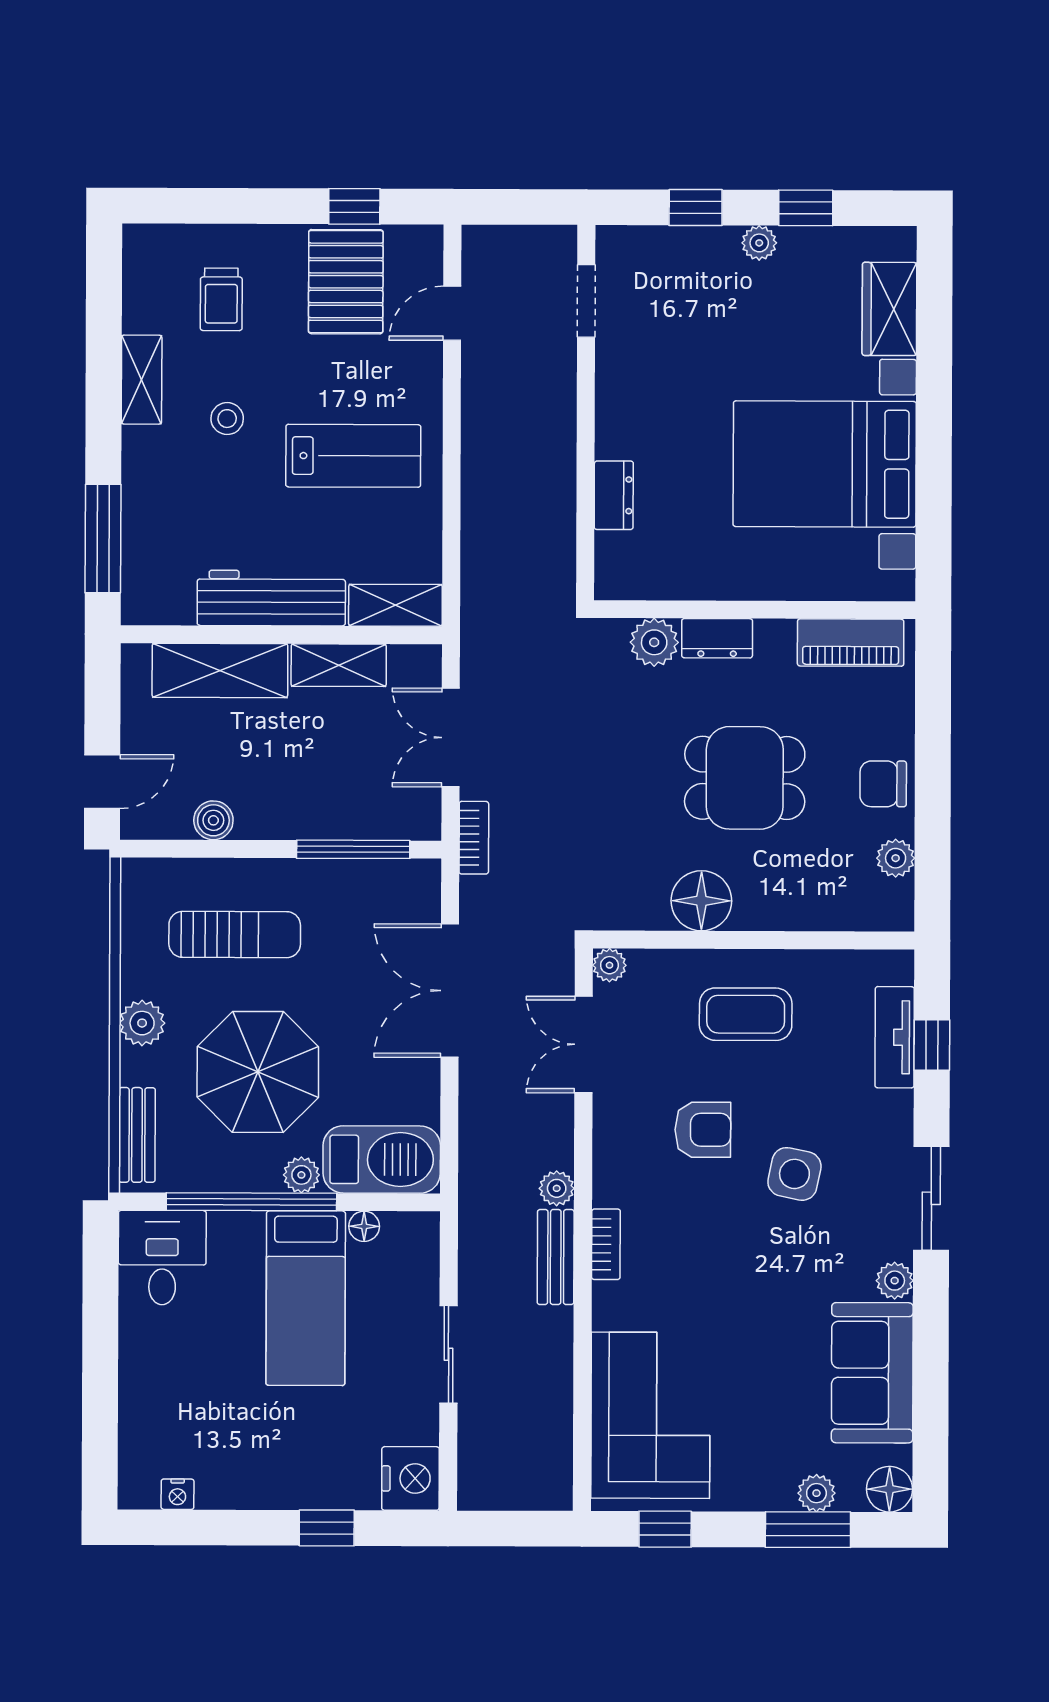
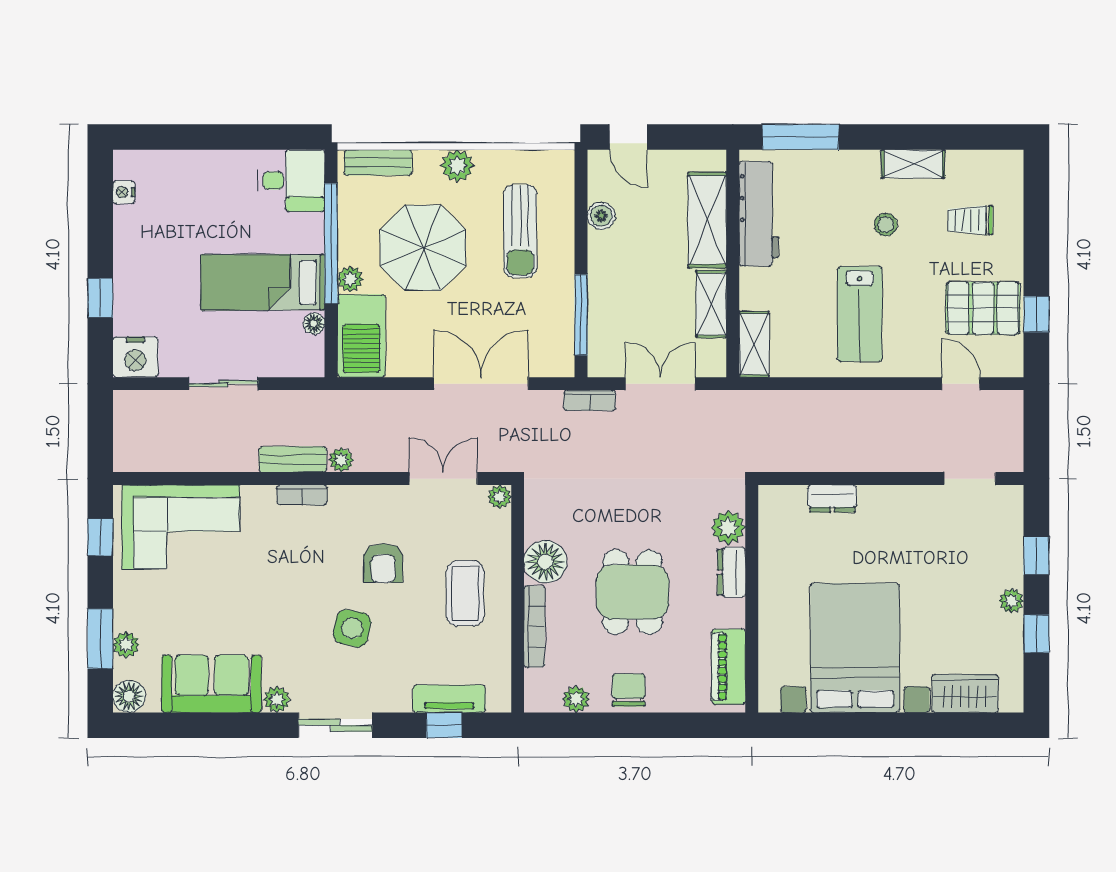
workbench: (271, 598) -> (759, 214), moved
bookcase: (793, 916) -> (534, 626), added

